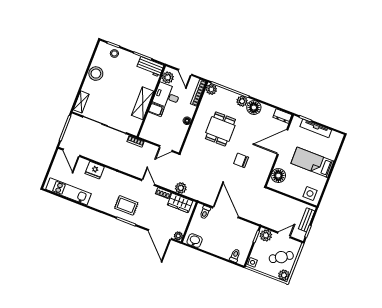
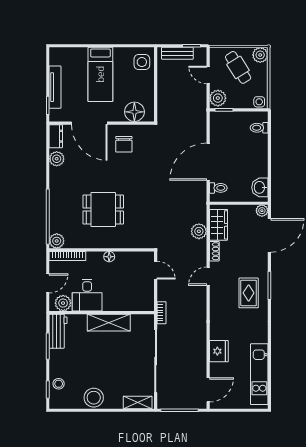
plant: (242, 101) -> (57, 159), moved
floor lamp: (254, 108) -> (59, 177), removed
filing cabinet: (156, 110) -> (110, 302), removed
chair: (241, 160) -> (124, 144), moved

